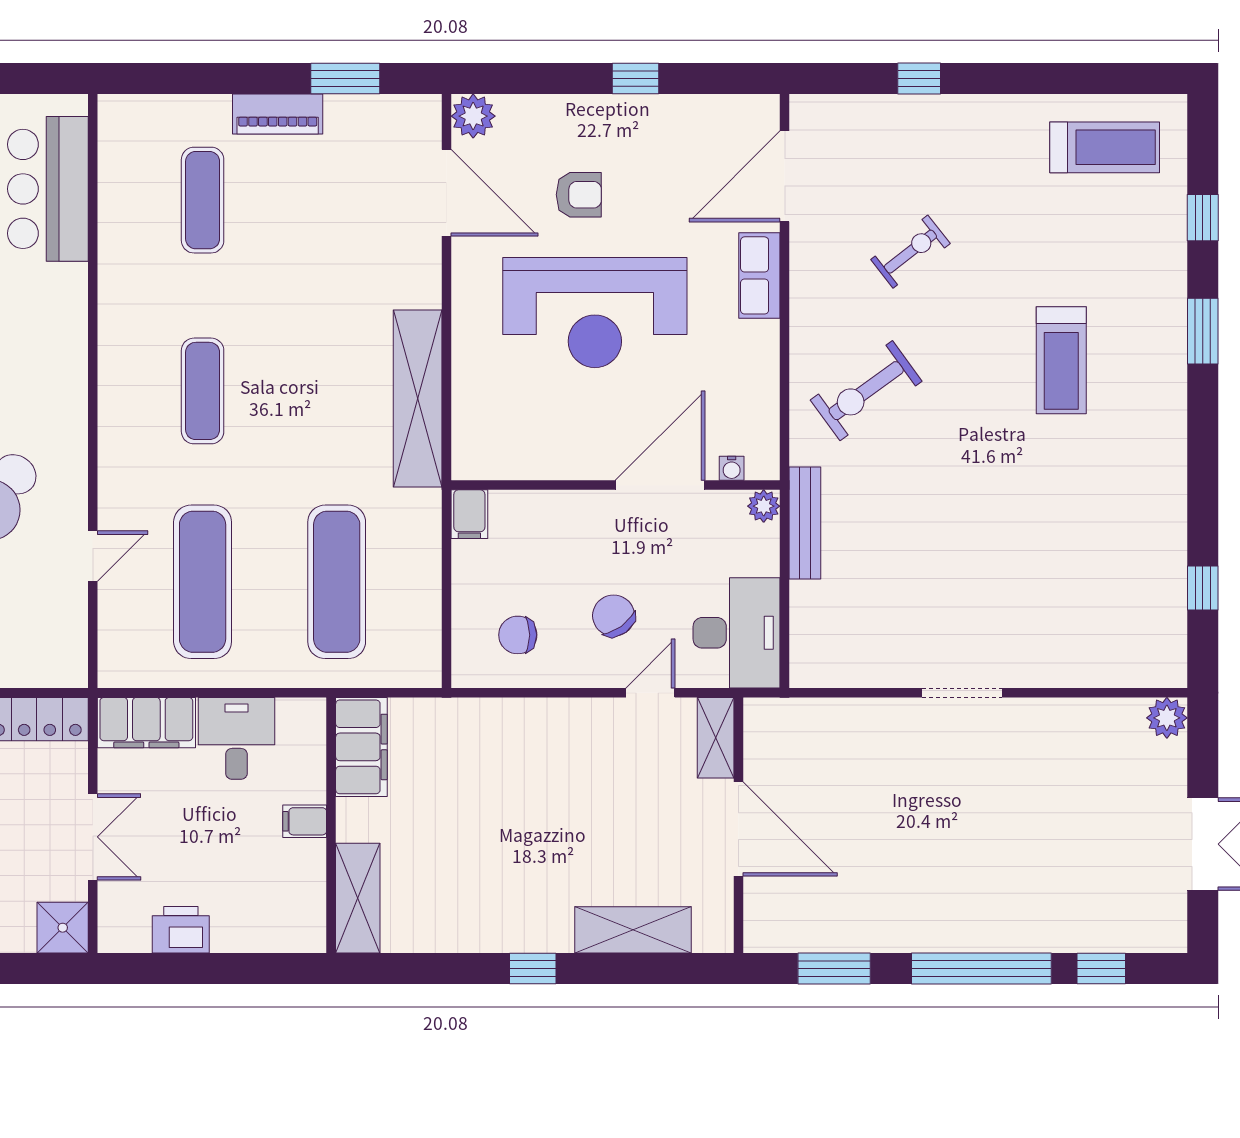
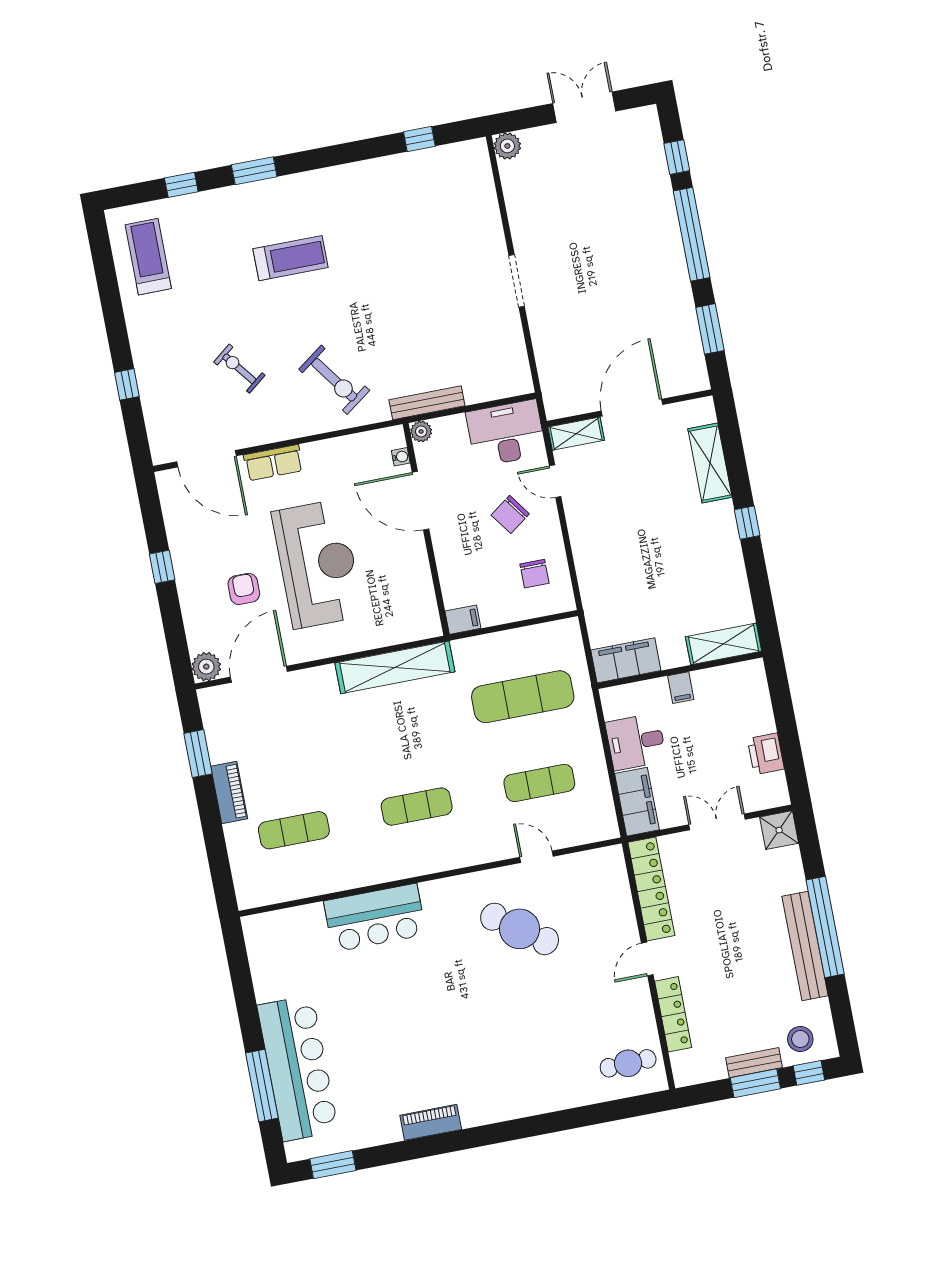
bar counter: (48, 189) -> (375, 918), moved
exercise mat: (203, 582) -> (539, 783), width x0.73, depth x0.69

